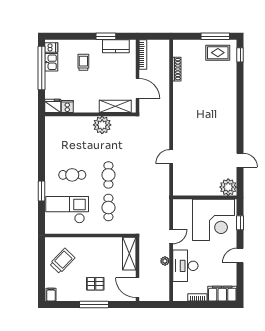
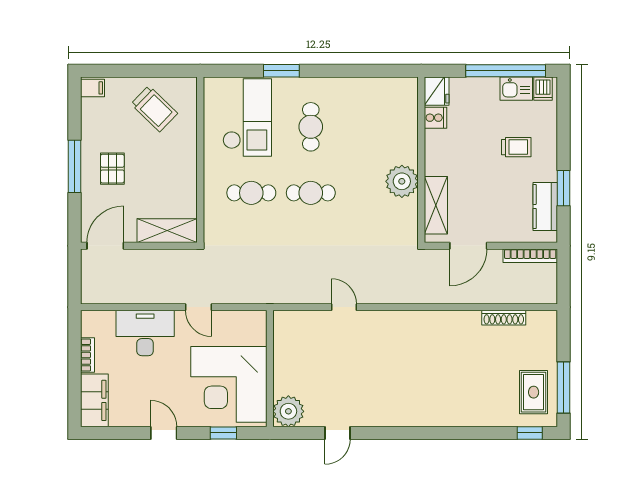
plant: (165, 261) -> (154, 296), removed

